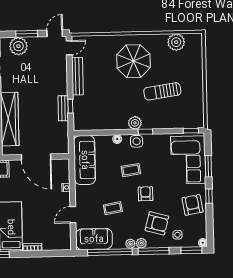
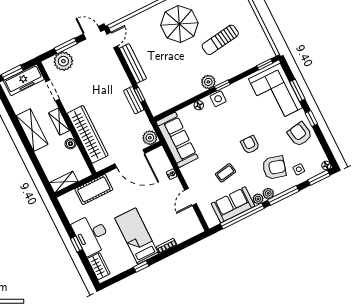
door: (55, 33) -> (92, 33), hinge flipped
plant: (62, 147) -> (150, 138), added
coffee table: (131, 170) -> (226, 129), removed
sofa: (94, 239) -> (233, 205), moved

